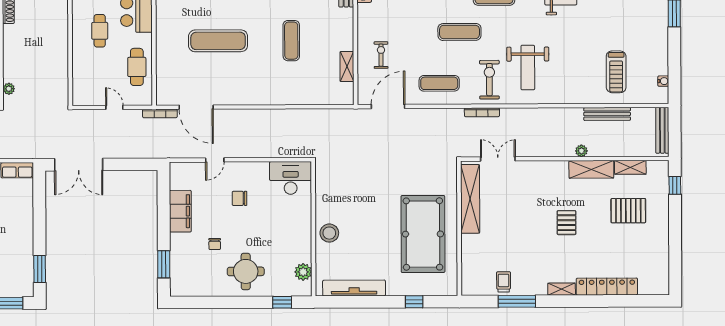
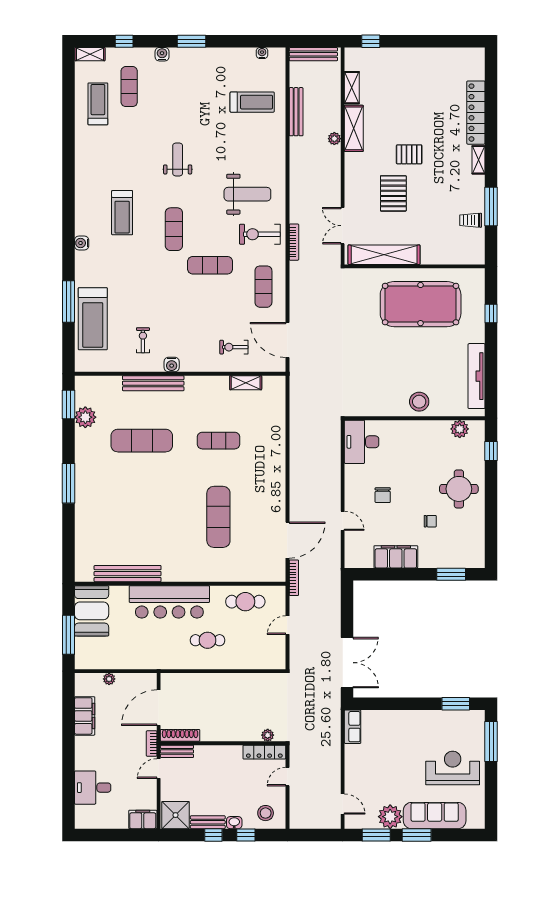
exercise mat: (459, 32) -> (210, 265), turned 90
pallet: (628, 211) -> (393, 193), moved

